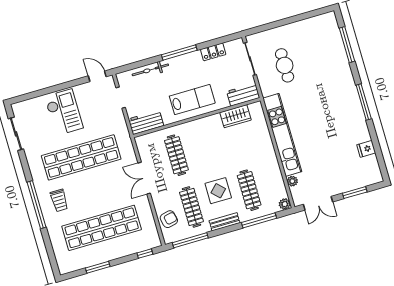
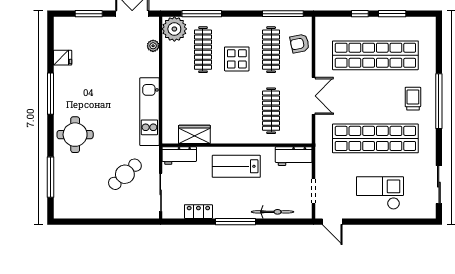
cafe table: (285, 65) -> (125, 174), turned 48
round table: (337, 87) -> (75, 135), added
window: (364, 102) -> (50, 94), moved
checkout: (64, 112) -> (380, 193), turned 90
kitchen unit: (282, 135) -> (149, 112), width x0.73
plant: (285, 204) -> (174, 29), width x1.88, depth x1.88
bench: (225, 222) -> (240, 23), removed
window: (145, 254) -> (360, 14), moved

